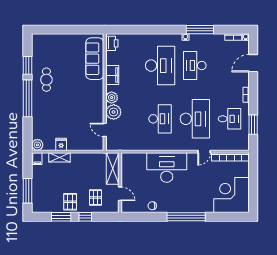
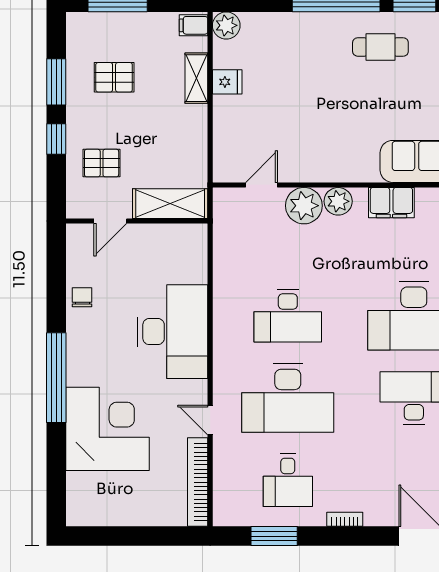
corner desk: (231, 195) -> (108, 429), moved
pallet: (70, 202) -> (114, 77), moved

